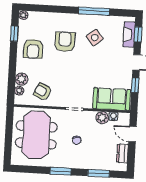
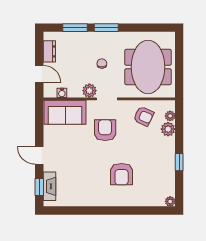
window: (94, 11) -> (90, 211), removed
window: (14, 34) -> (179, 162), moved
side table: (95, 38) -> (88, 181), removed
armchair: (33, 49) -> (105, 130), moved
window: (135, 85) -> (39, 129), removed
plant: (102, 118) -> (89, 91), moved
window: (61, 171) -> (106, 28), moved

